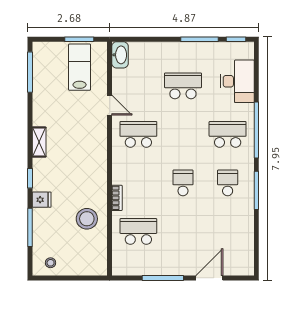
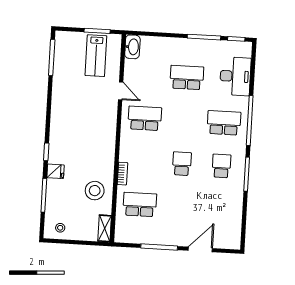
lab bench: (80, 67) -> (96, 56), turned 180
shelving: (39, 142) -> (105, 228), moved

